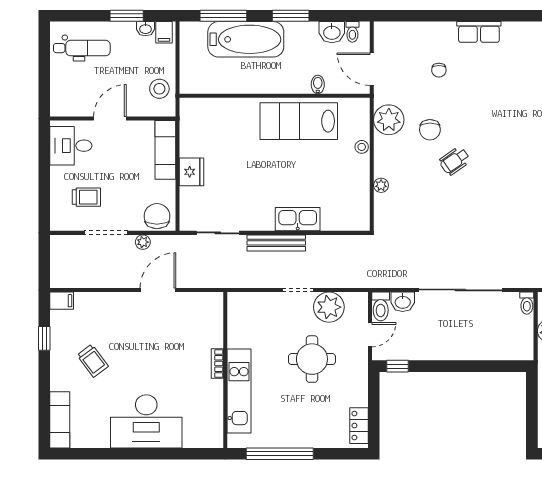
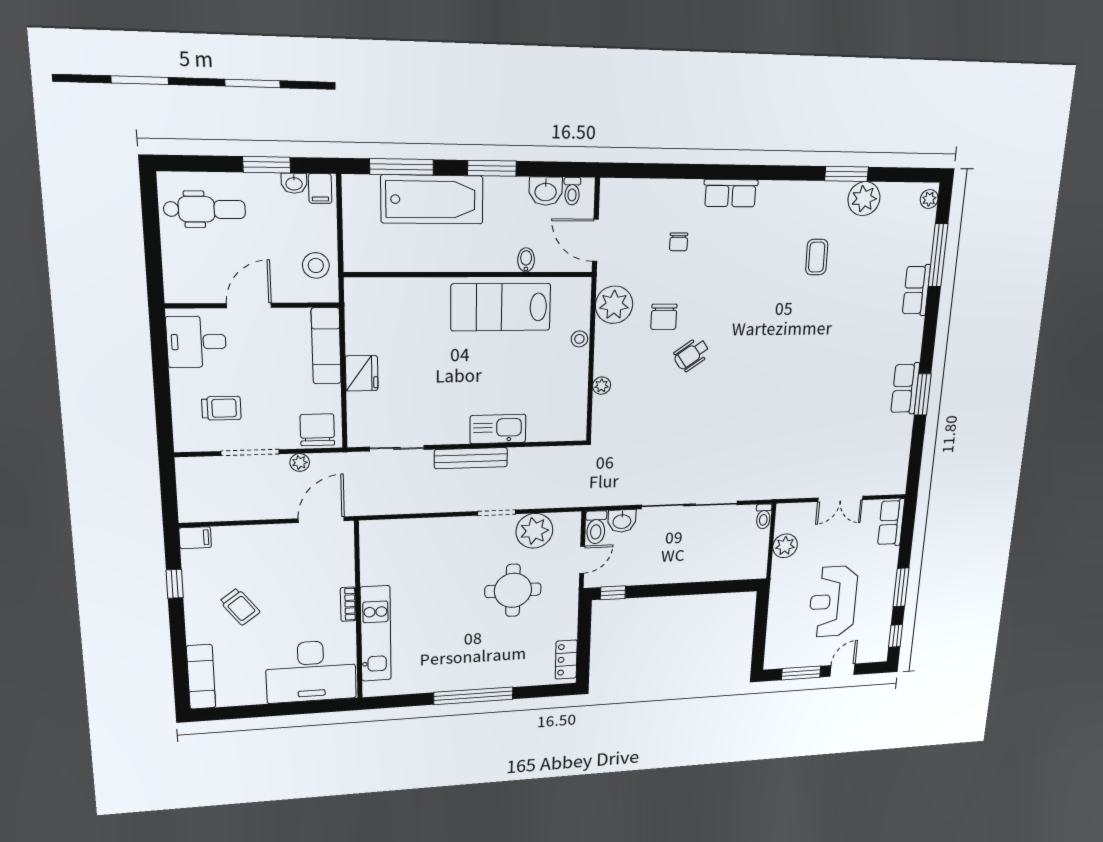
bookcase: (217, 364) -> (348, 604), moved
wall: (225, 370) -> (358, 611), moved
kitchen unit: (239, 391) -> (376, 634), moved

